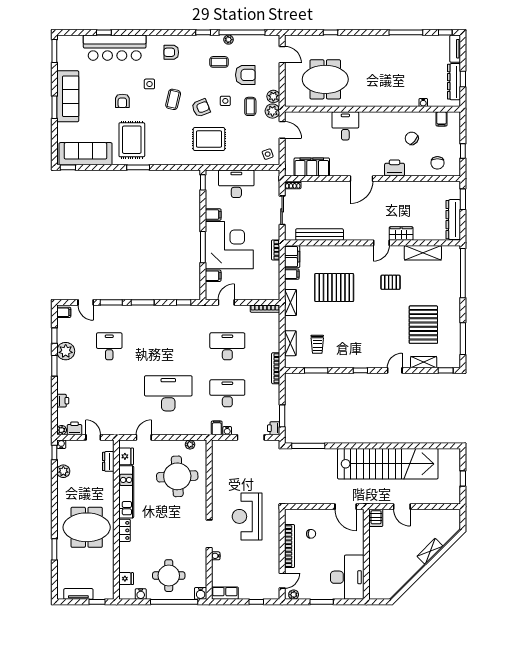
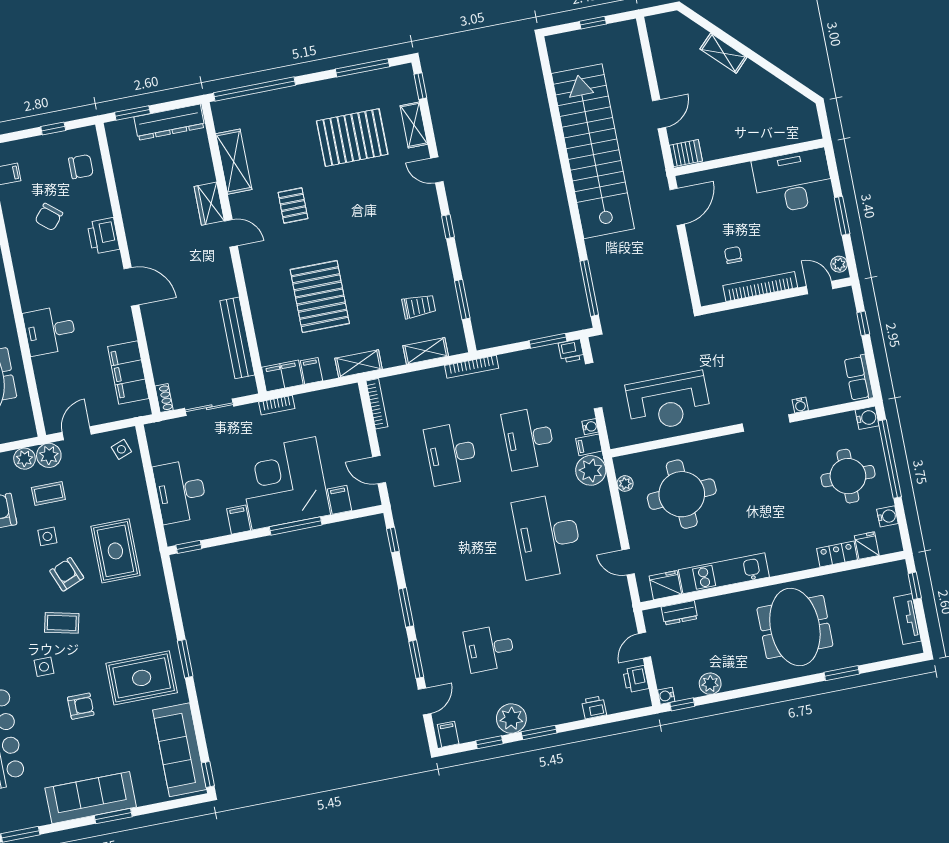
plant: (62, 430) -> (591, 470), moved, width x1.88, depth x1.88
reception desk: (247, 516) -> (668, 402), moved
locker: (124, 530) -> (837, 554), moved

